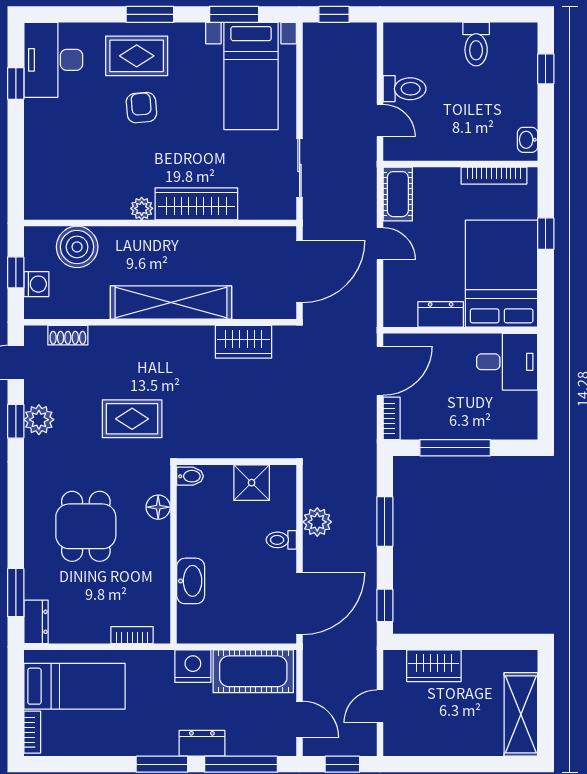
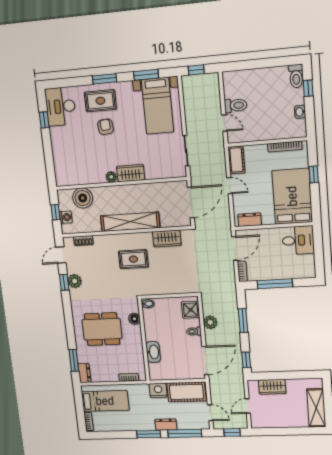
toilet: (476, 44) -> (296, 76), moved
washbasin: (528, 140) -> (300, 112), moved
wardrobe: (196, 204) -> (131, 173), width x0.67
dresser: (441, 314) -> (250, 220), moved
rug: (132, 419) -> (133, 259), moved
shower: (252, 483) -> (191, 310), moved
dining table: (86, 526) -> (102, 329), width x1.38

